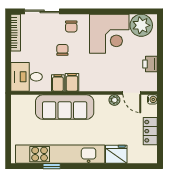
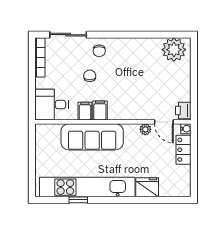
corner desk: (109, 34) -> (140, 59), removed
printer: (150, 64) -> (183, 110), moved
locker: (150, 131) -> (184, 150), moved

